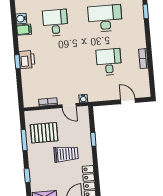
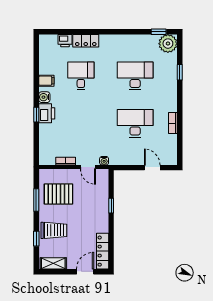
water cooler: (21, 19) -> (44, 97), moved
desk: (109, 62) -> (135, 123), width x1.37
trolley: (66, 154) -> (54, 230), moved

